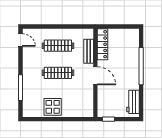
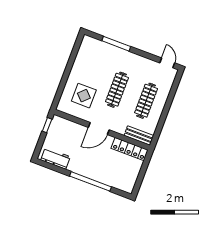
door: (20, 40) -> (167, 63), swing flipped
bench: (89, 51) -> (139, 136), moved
display table: (53, 107) -> (84, 96), moved

